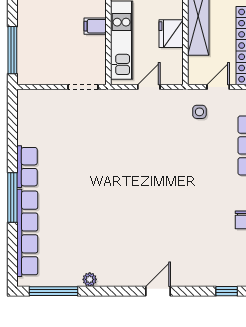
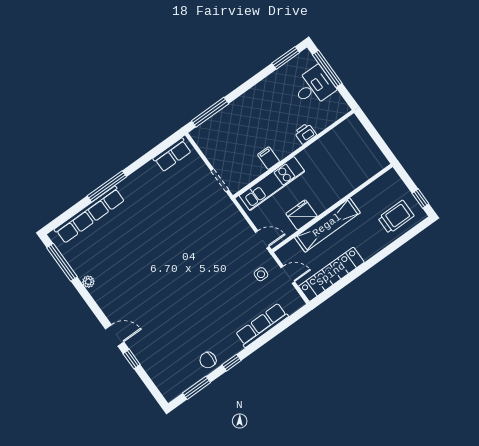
door: (149, 87) -> (262, 239), moved
row of seats: (27, 167) -> (172, 155), moved
window: (227, 291) -> (132, 359), moved

